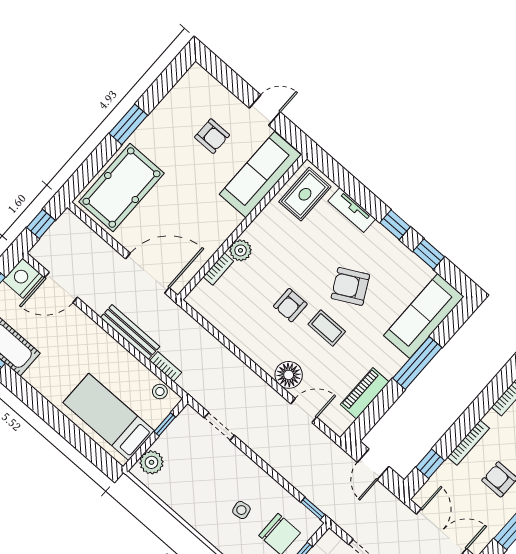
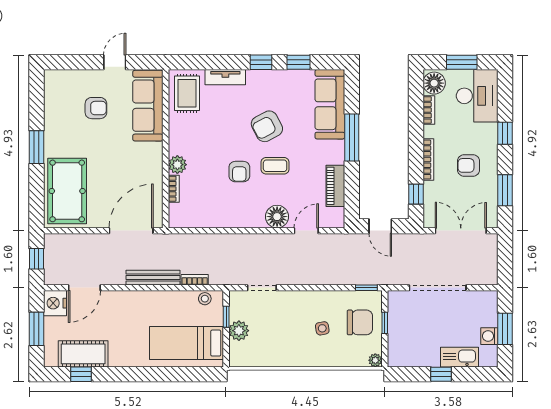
plant: (151, 462) -> (239, 331), moved

